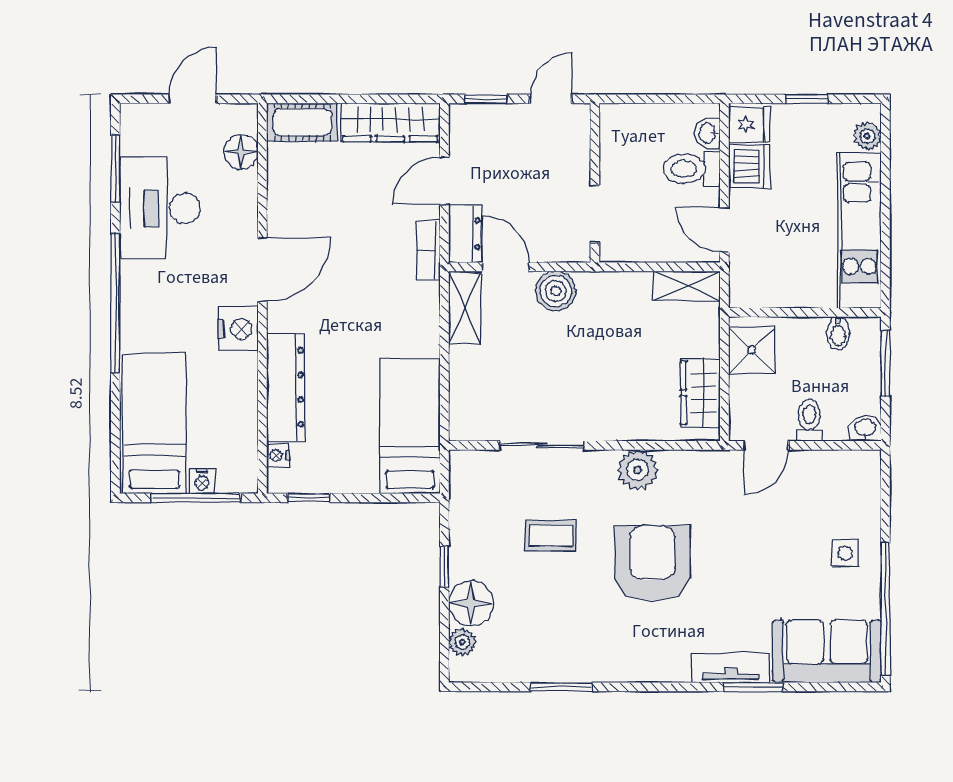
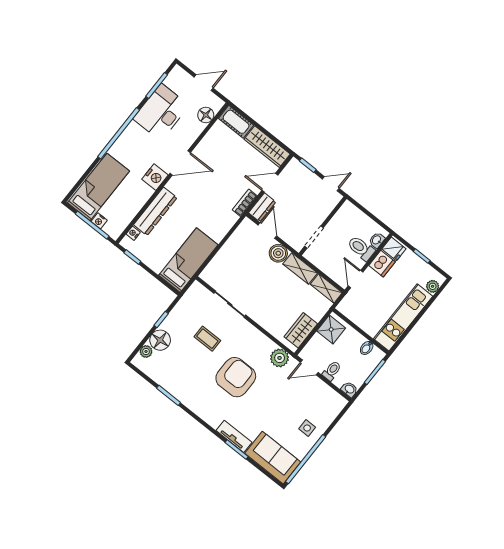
shelving: (465, 308) -> (300, 269), moved, turned 90
plant: (638, 470) -> (280, 358), moved

